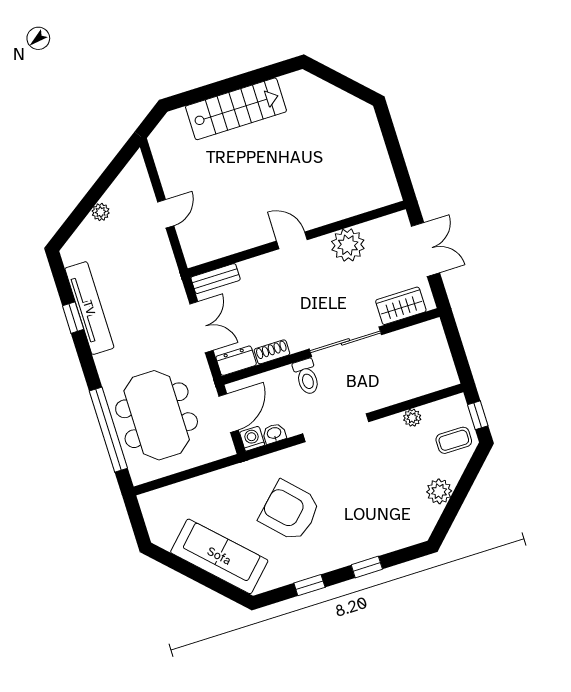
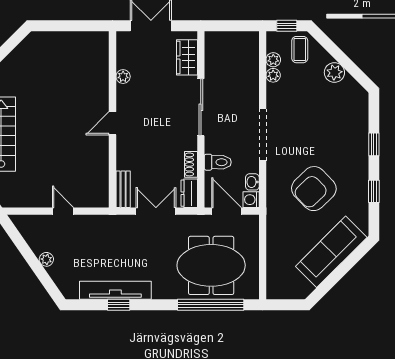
plant: (348, 245) -> (123, 77), width x0.53, depth x0.53
toilet: (307, 377) -> (218, 162), moved
plant: (431, 412) -> (273, 60), added

